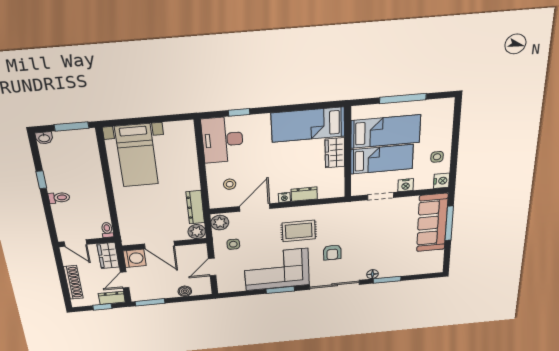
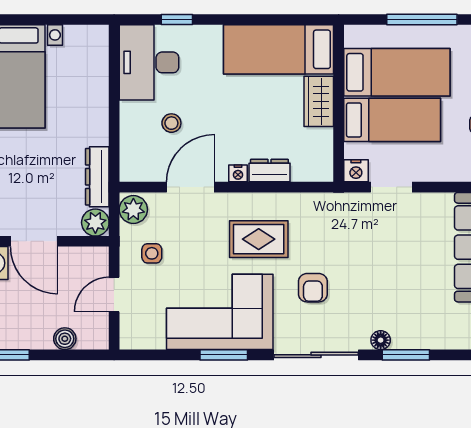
stool: (230, 184) -> (171, 123), moved
nightstand: (406, 185) -> (356, 171), moved

